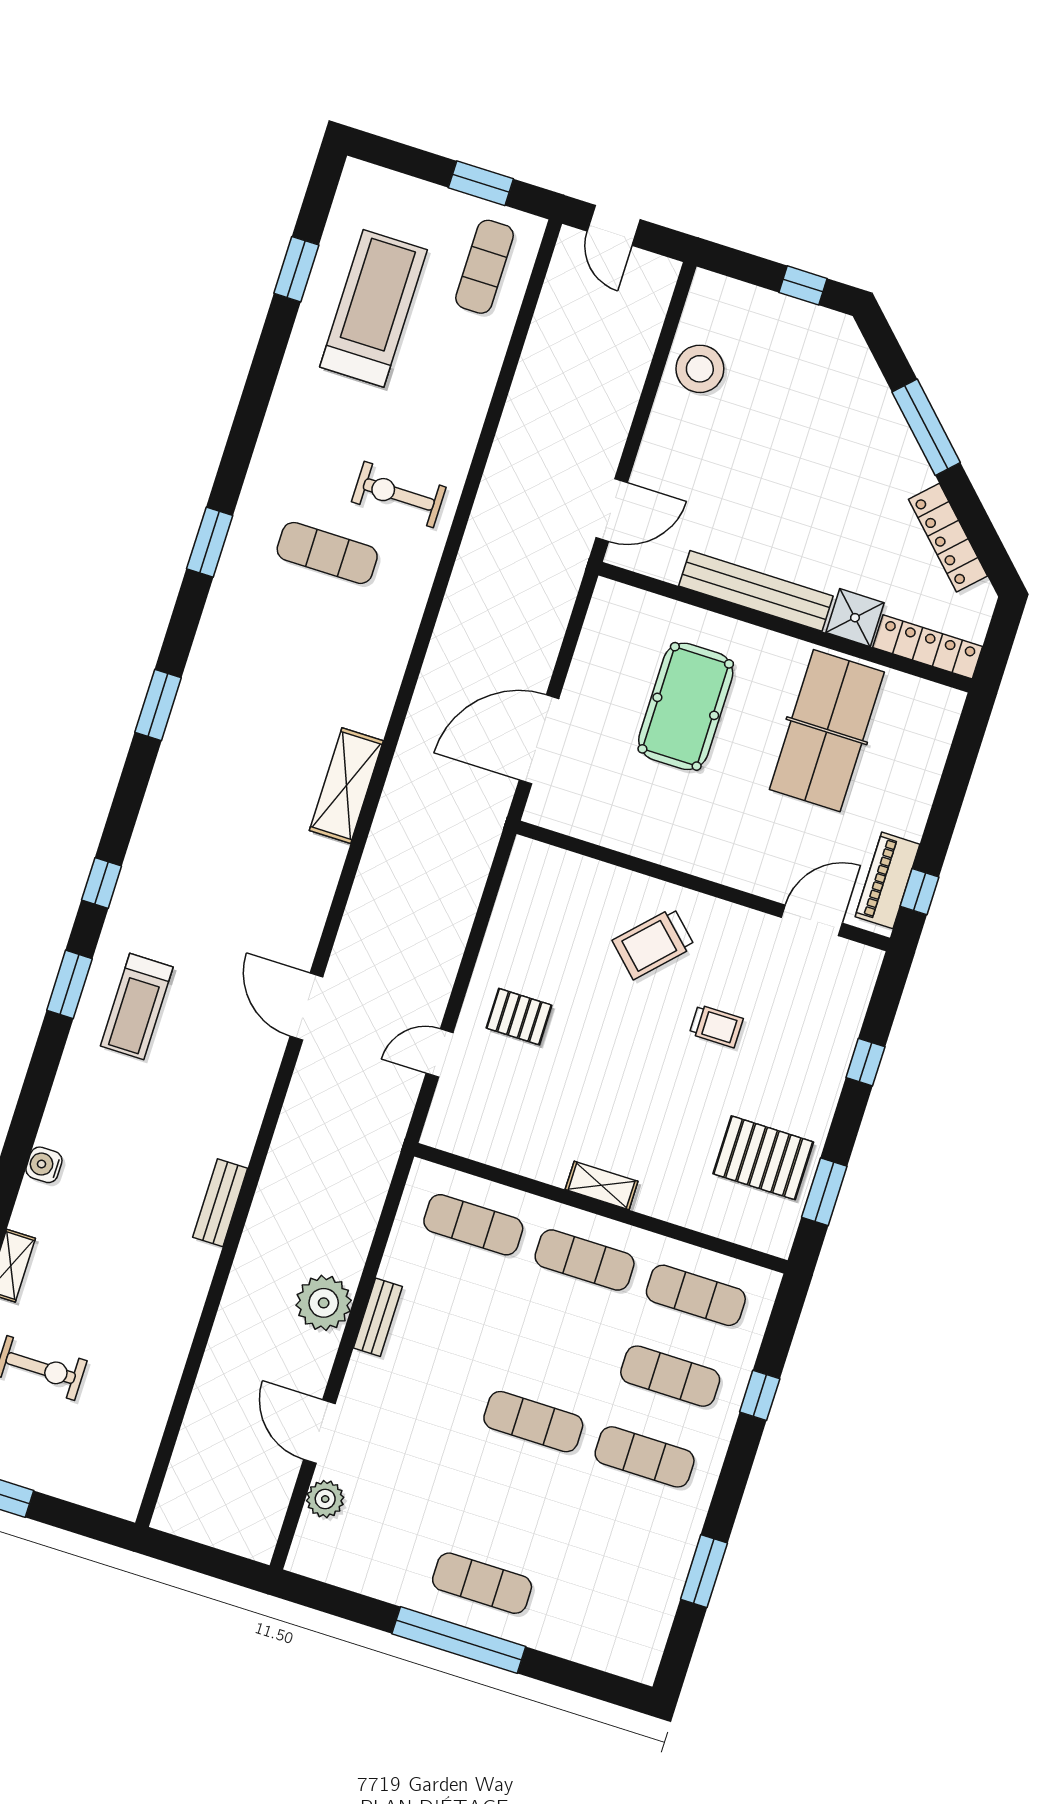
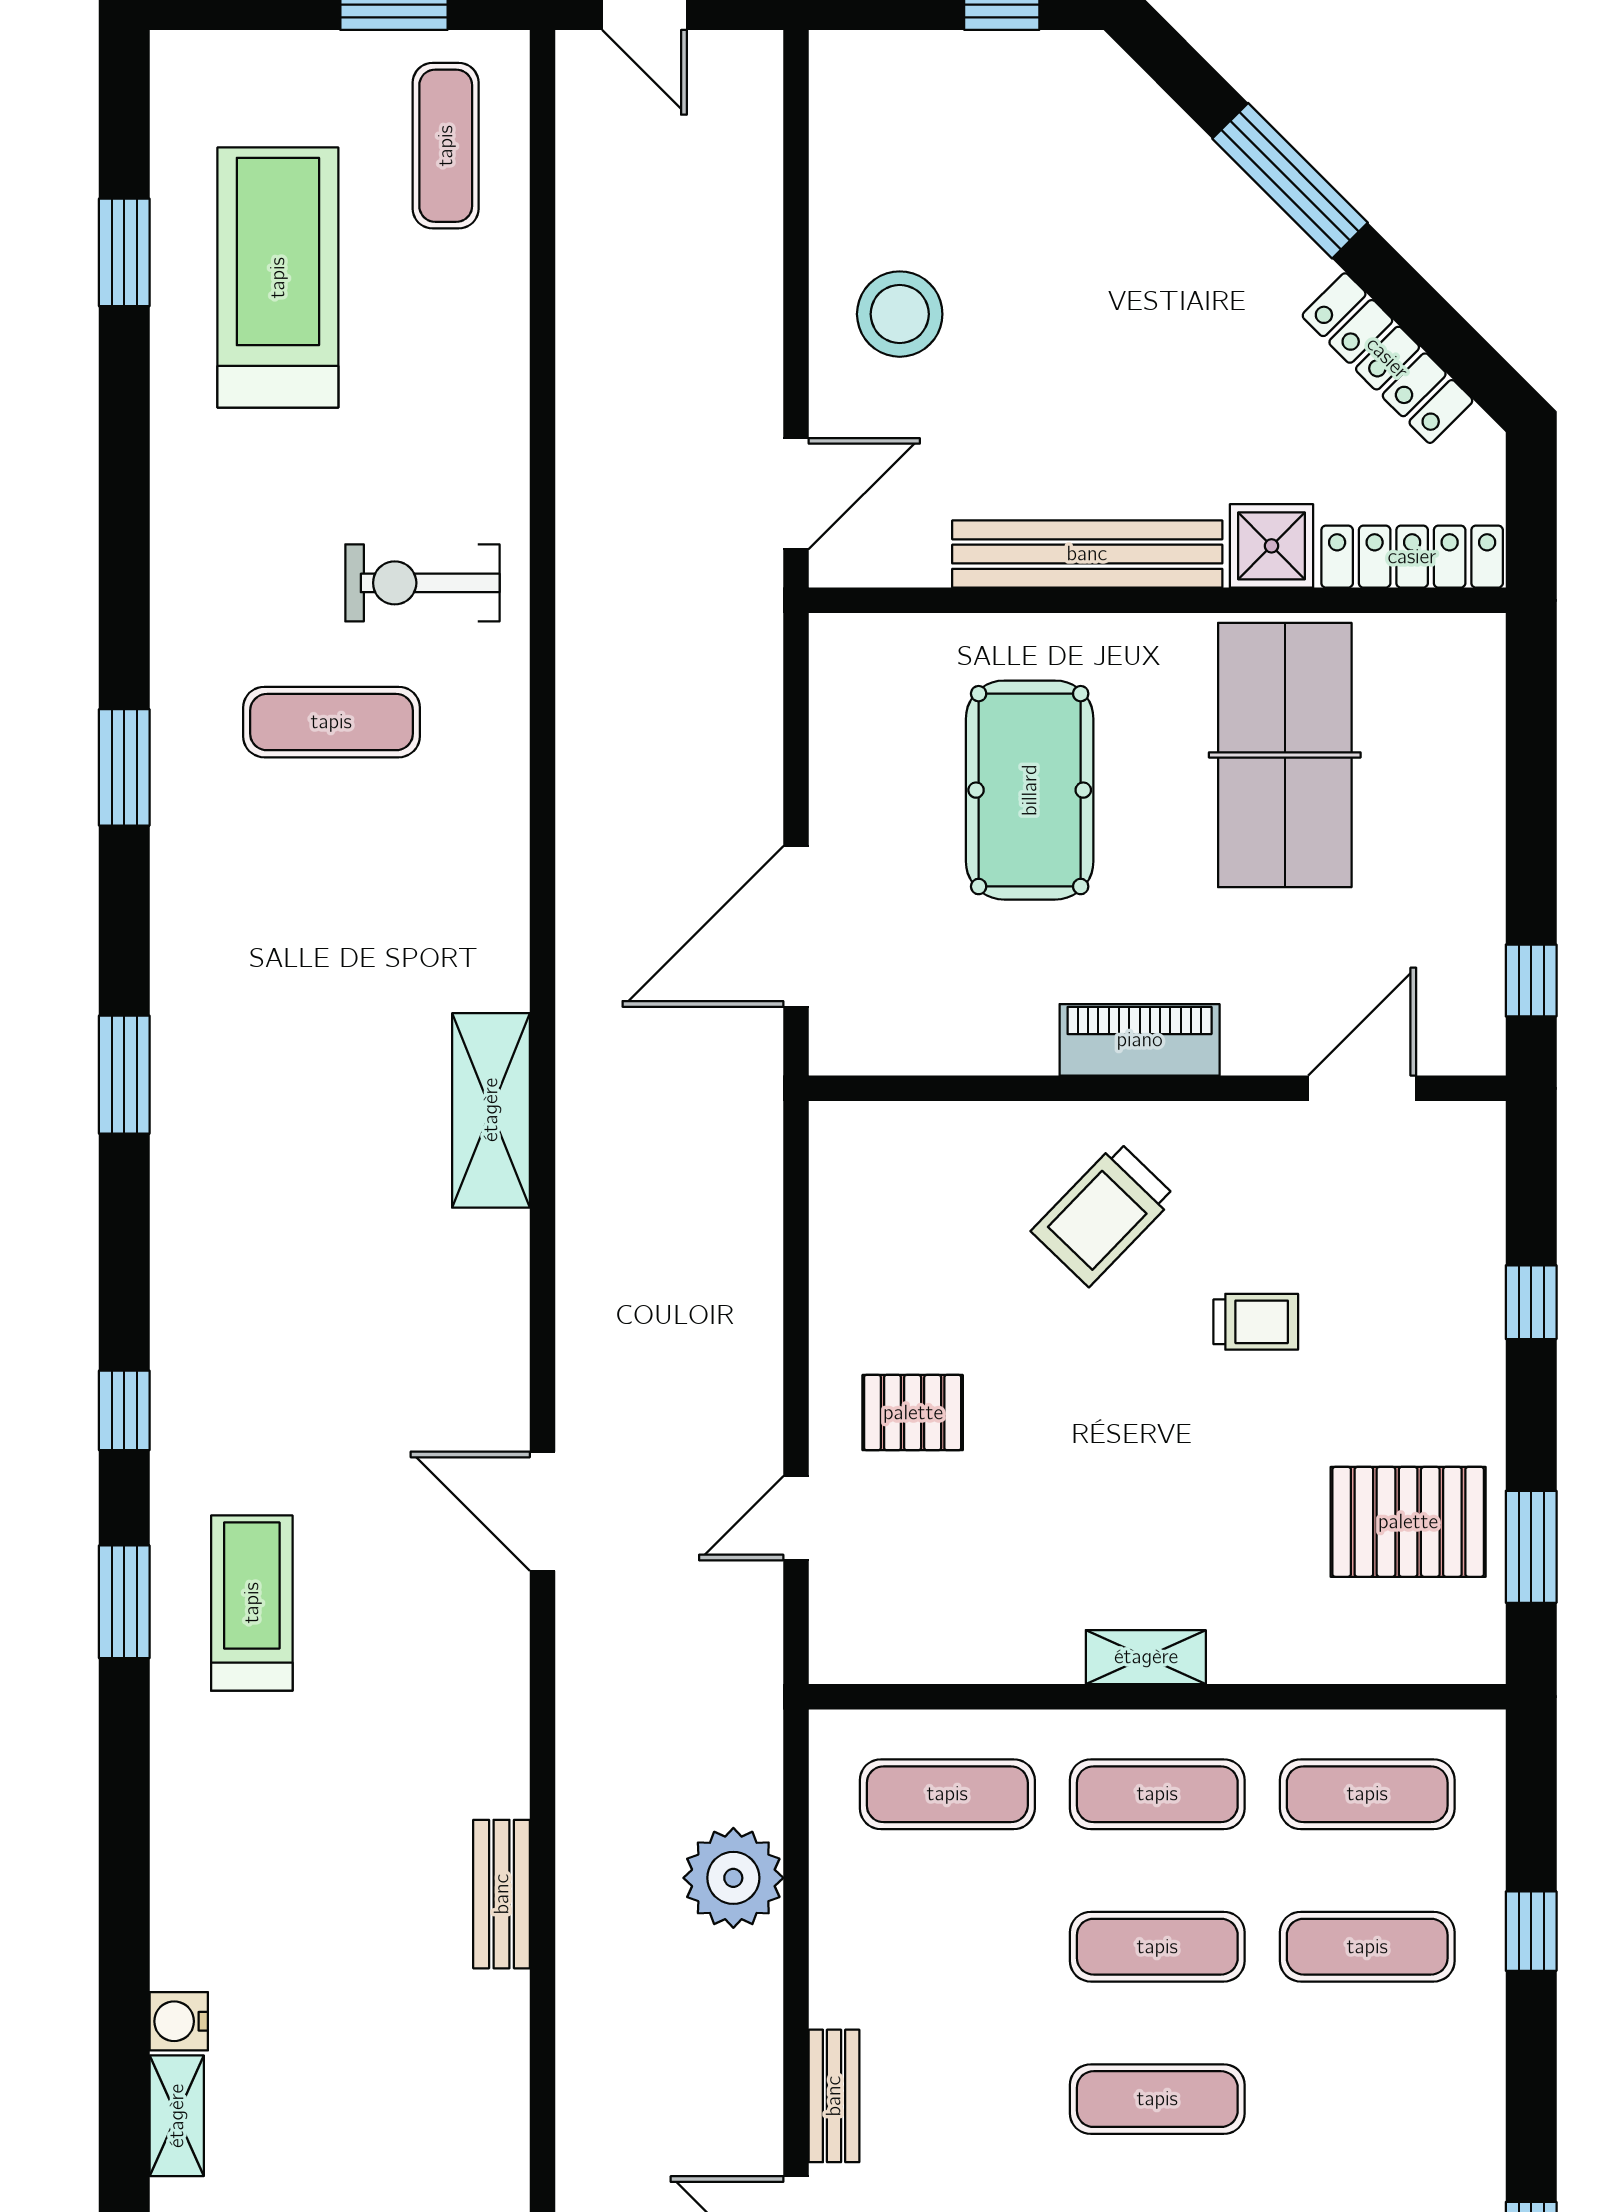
stool: (700, 369) -> (900, 314), moved
piano: (887, 880) -> (1140, 1040), moved, turned 90
treadmill: (137, 1006) -> (252, 1603), turned 180
water cooler: (44, 1165) -> (179, 2021), moved
plant: (324, 1303) -> (733, 1878), moved
bench: (378, 1317) -> (834, 2096), moved
exercise mat: (645, 1457) -> (1157, 1947), moved

